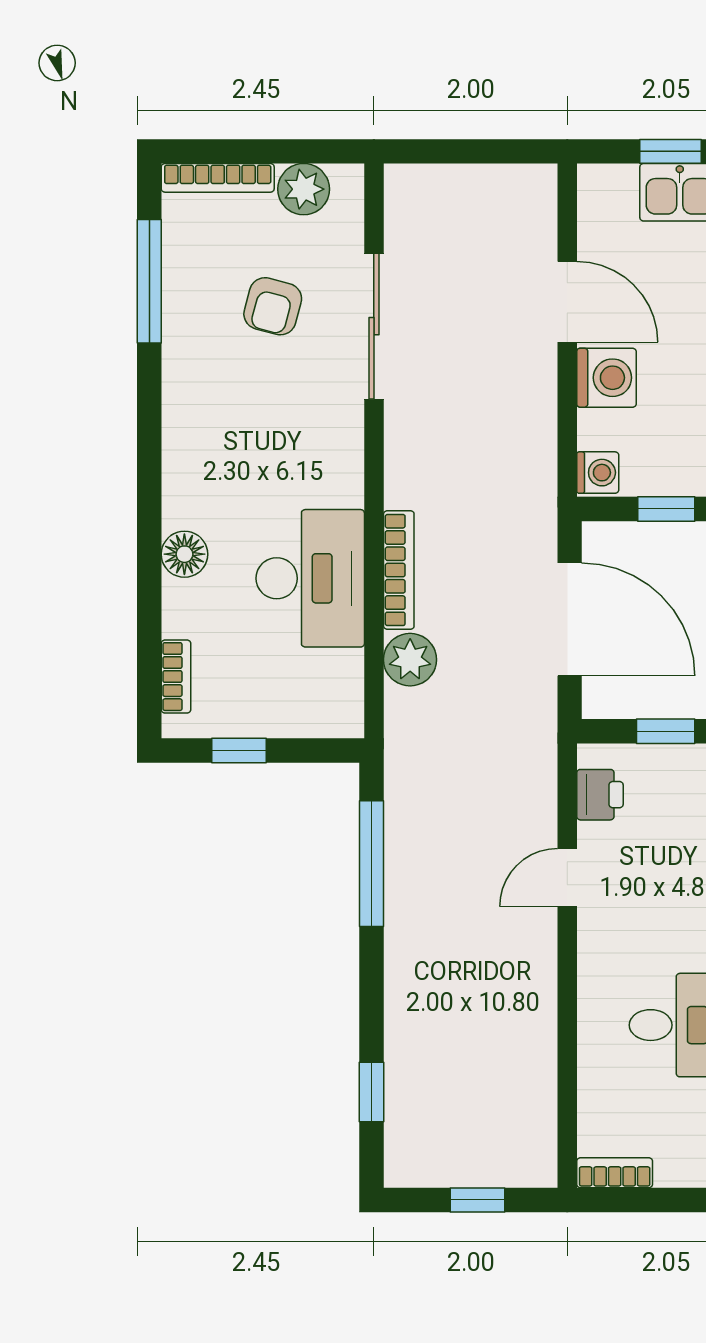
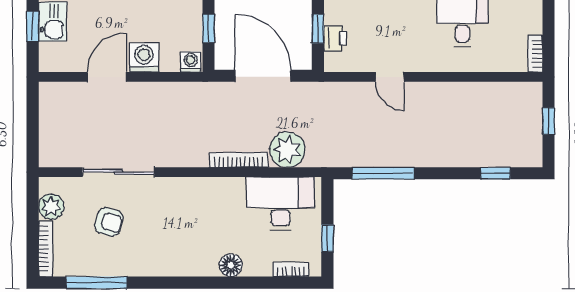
desk: (310, 578) -> (280, 203), moved
door: (570, 619) -> (263, 76), hinge flipped
plant: (410, 660) -> (287, 150), width x1.36, depth x1.36
printer: (600, 795) -> (335, 38), moved, turned 90

